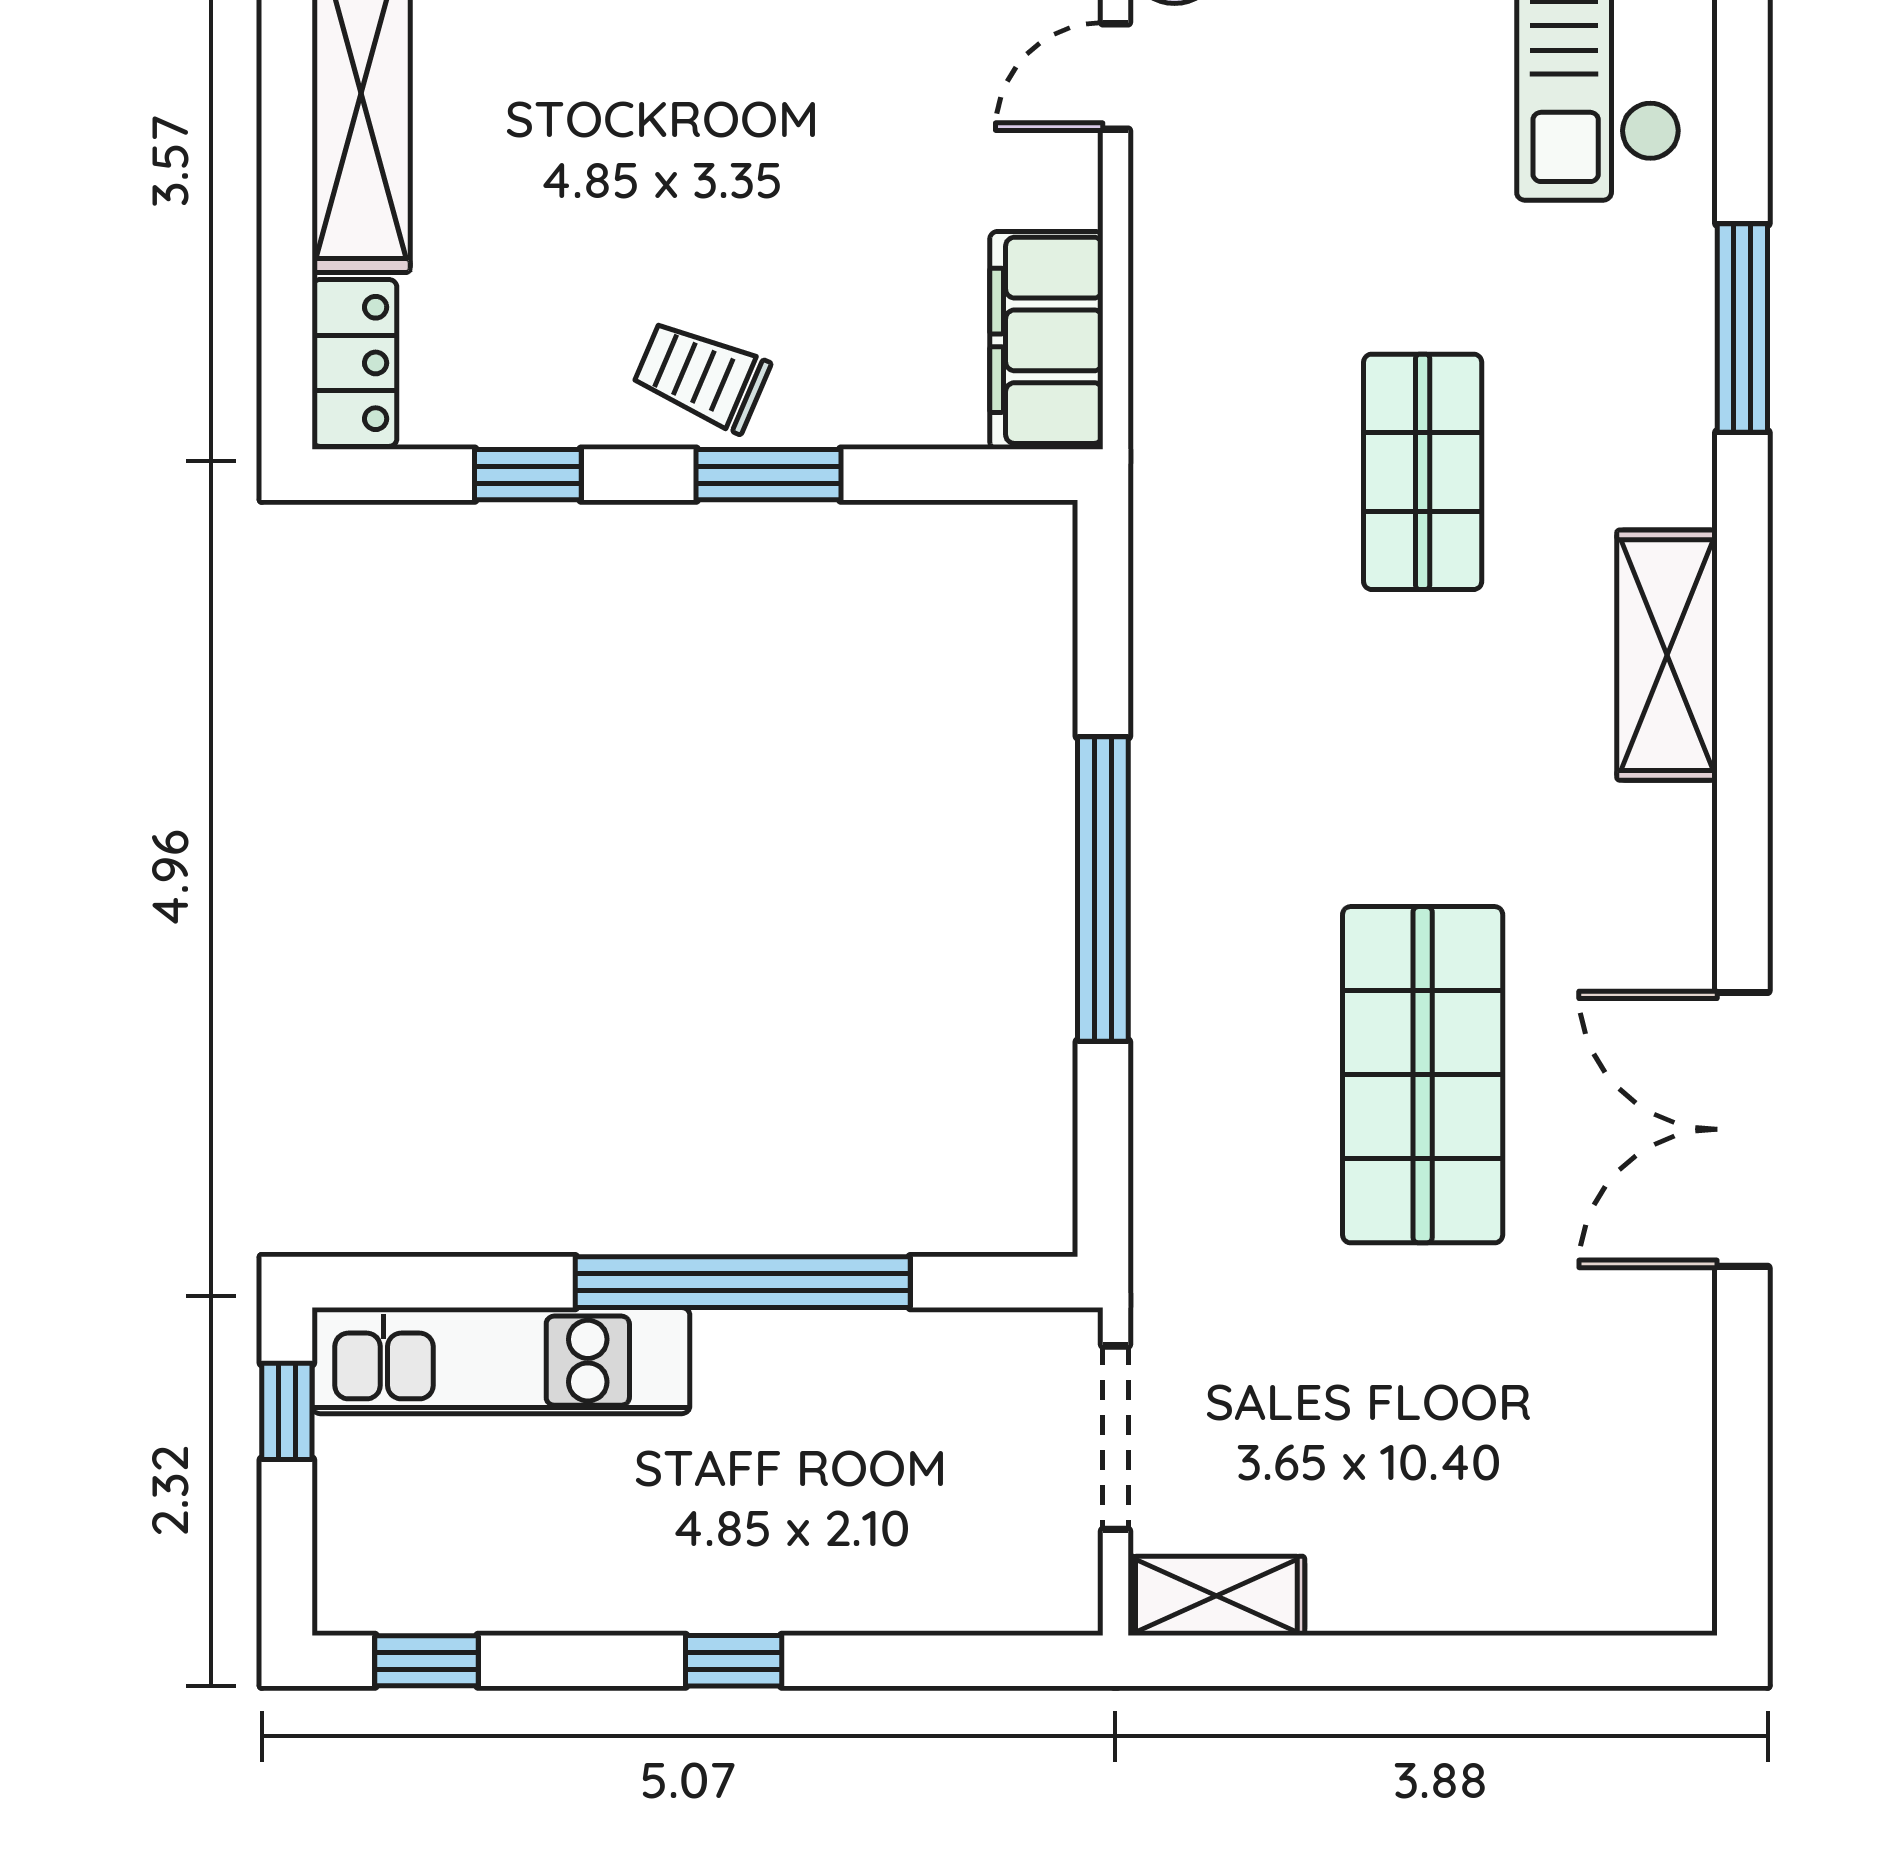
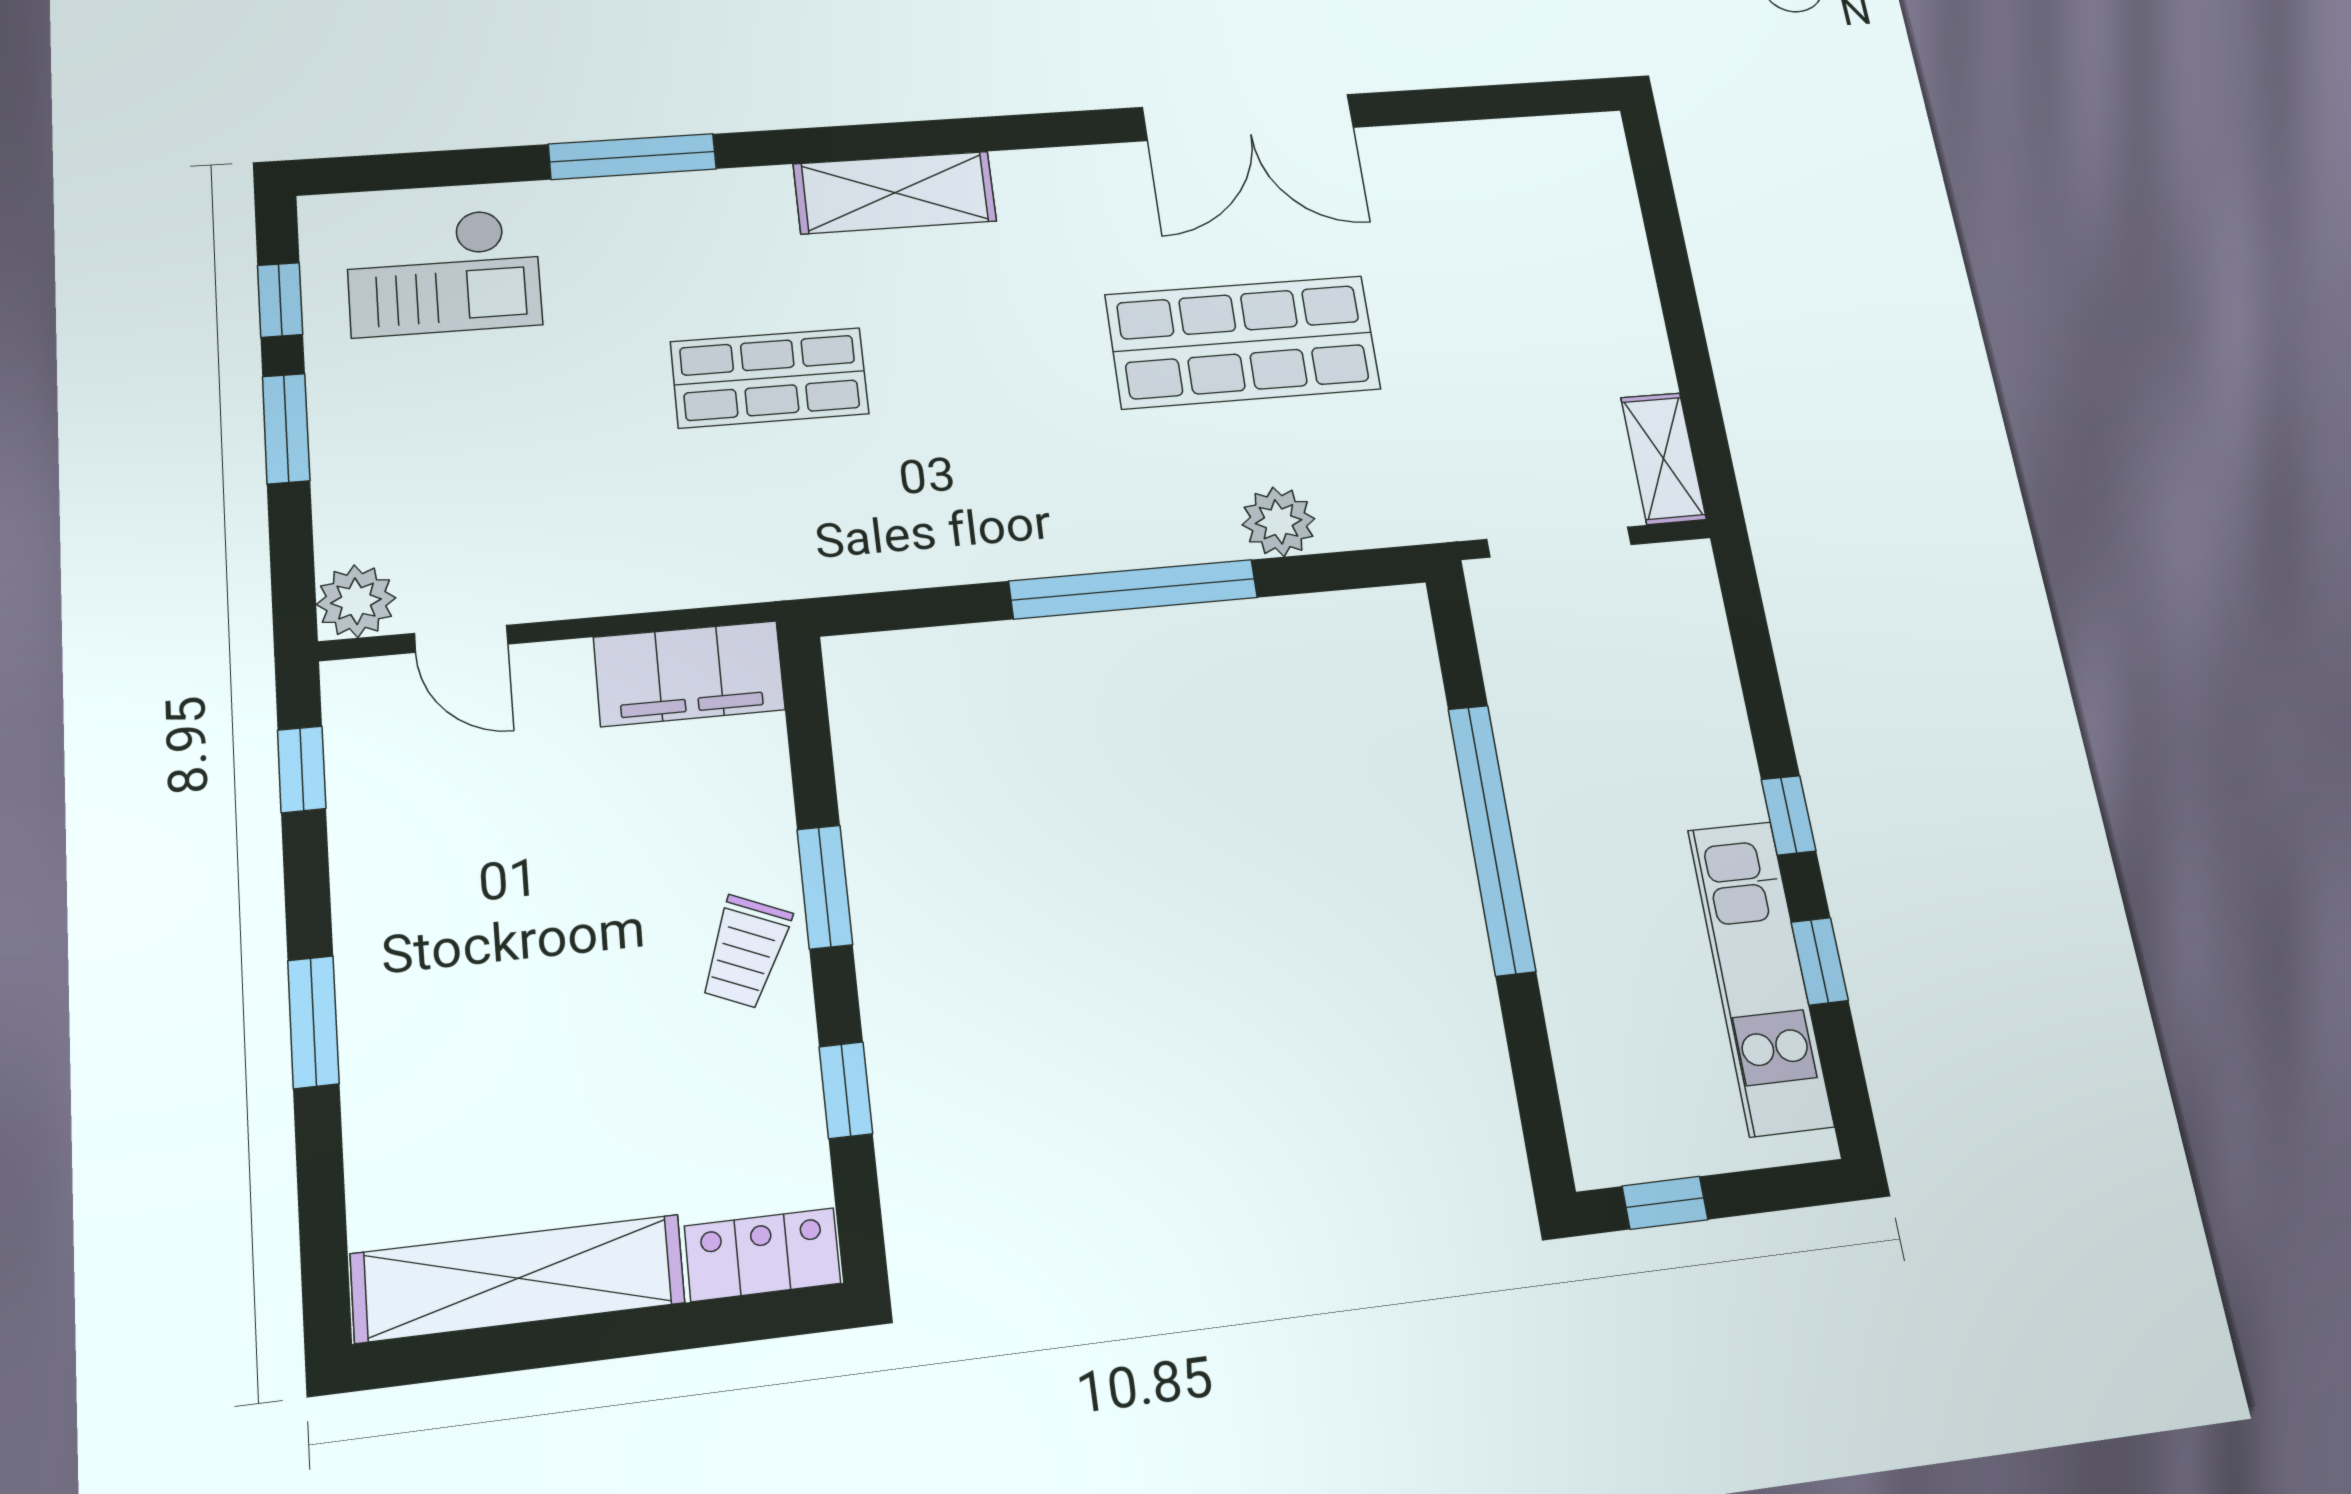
plant: (1175, 1083) -> (1278, 522), added
kitchen unit: (501, 1361) -> (1760, 977), moved, turned 180
window: (427, 1661) -> (1820, 961), moved

